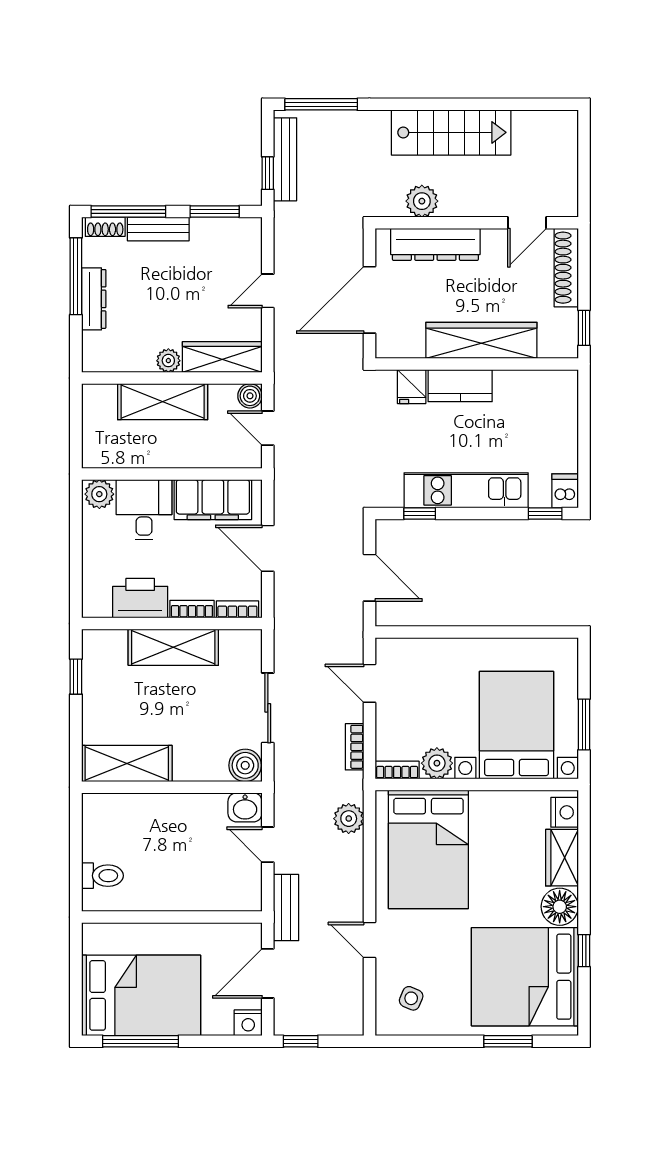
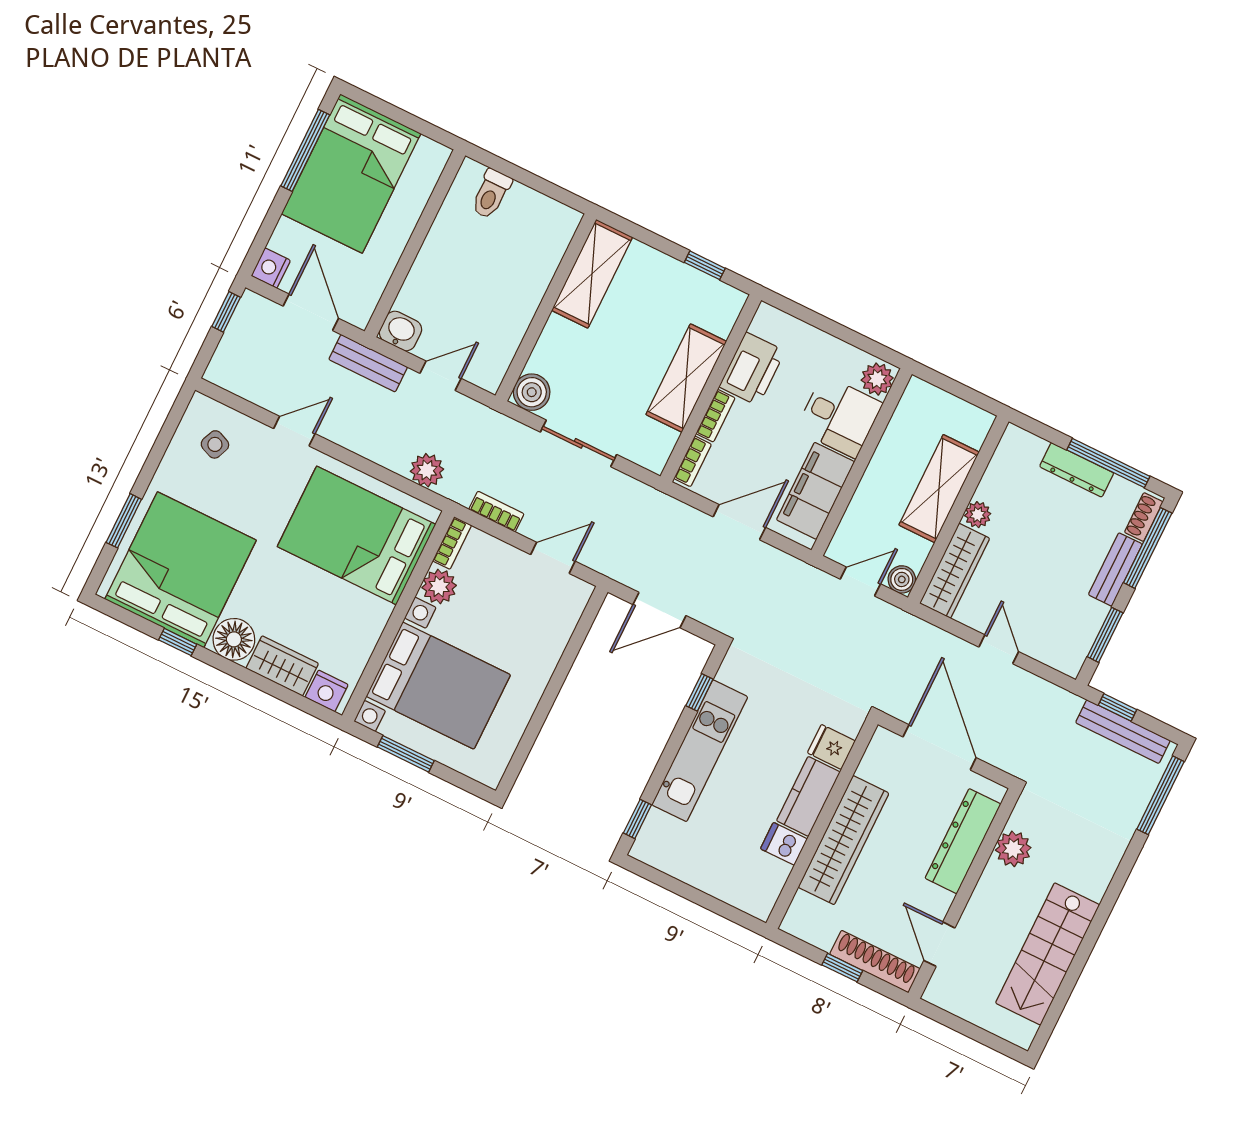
stairs: (451, 132) -> (1048, 954), moved
window: (584, 328) -> (842, 968), moved
dishwasher: (565, 491) -> (784, 844), moved, turned 180
washbasin: (245, 807) -> (400, 331), moved, turned 90

